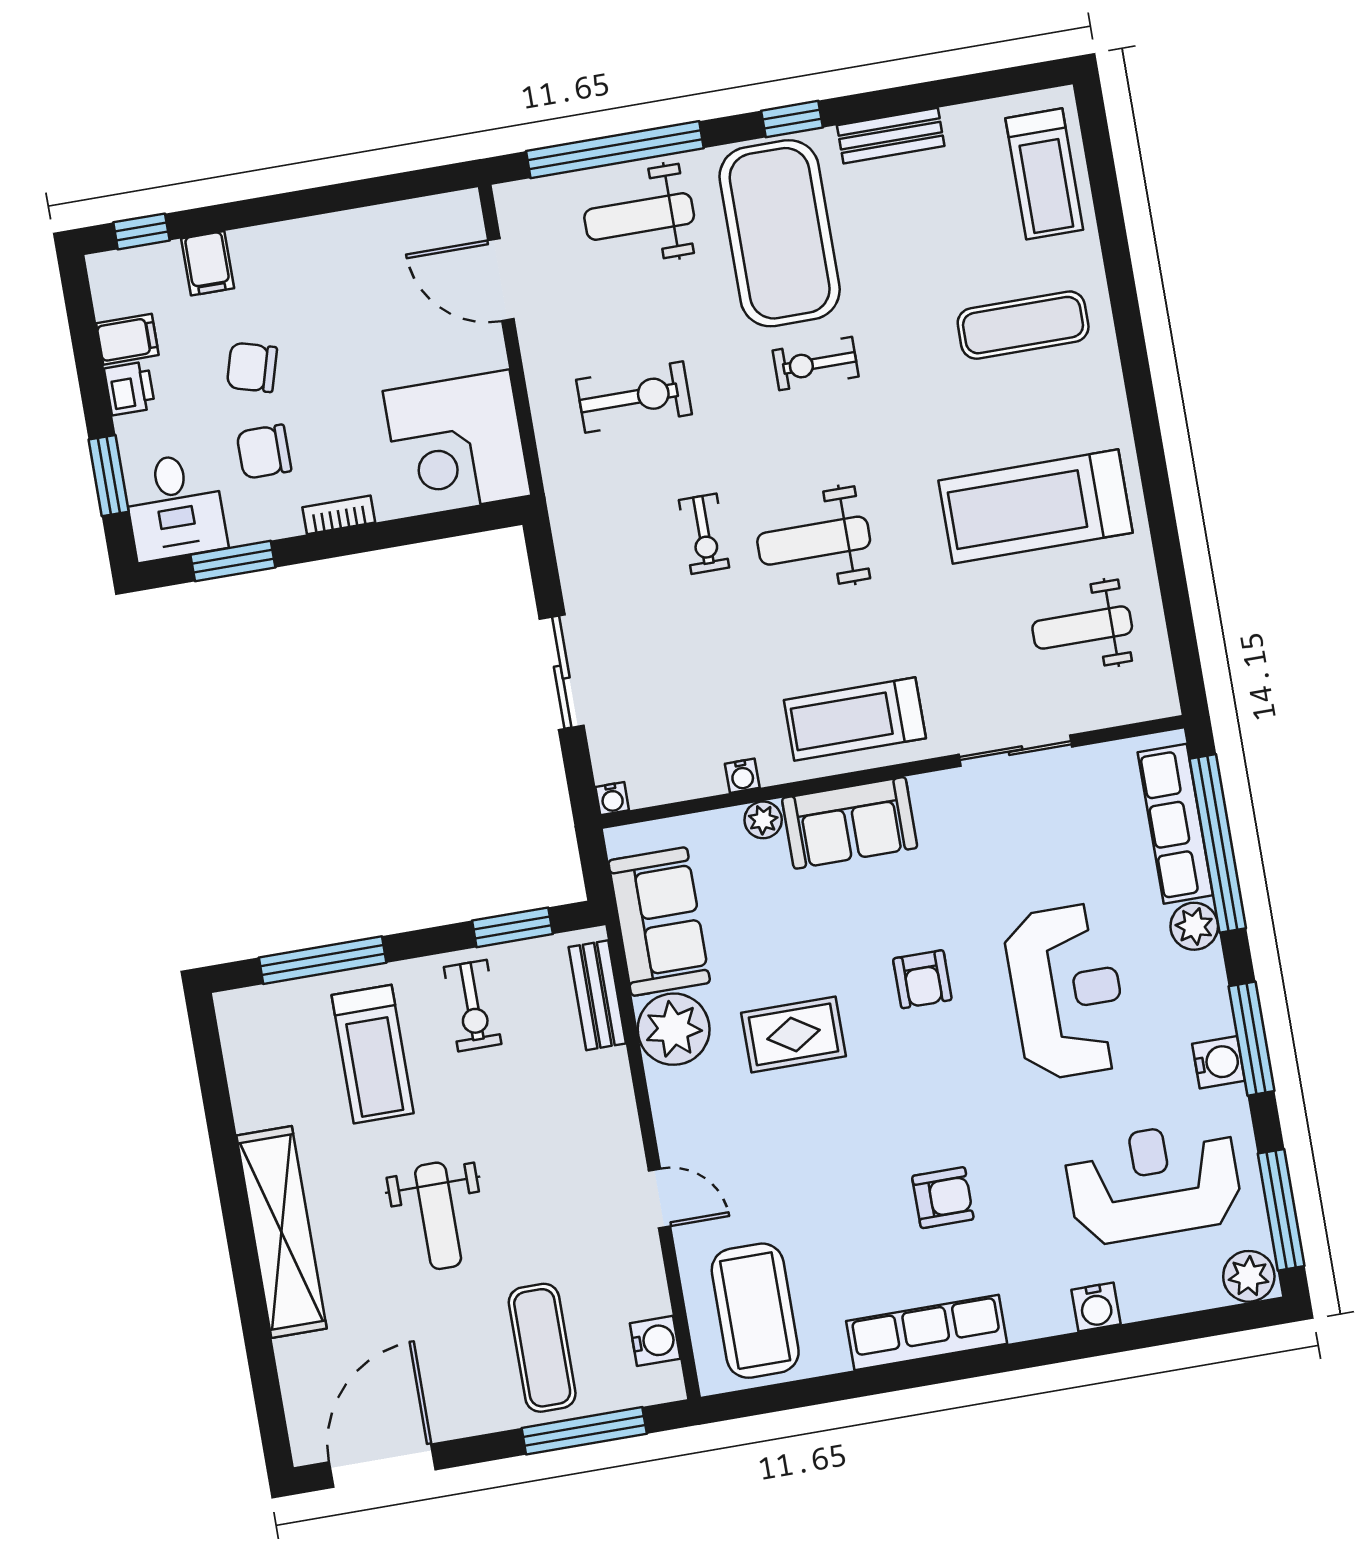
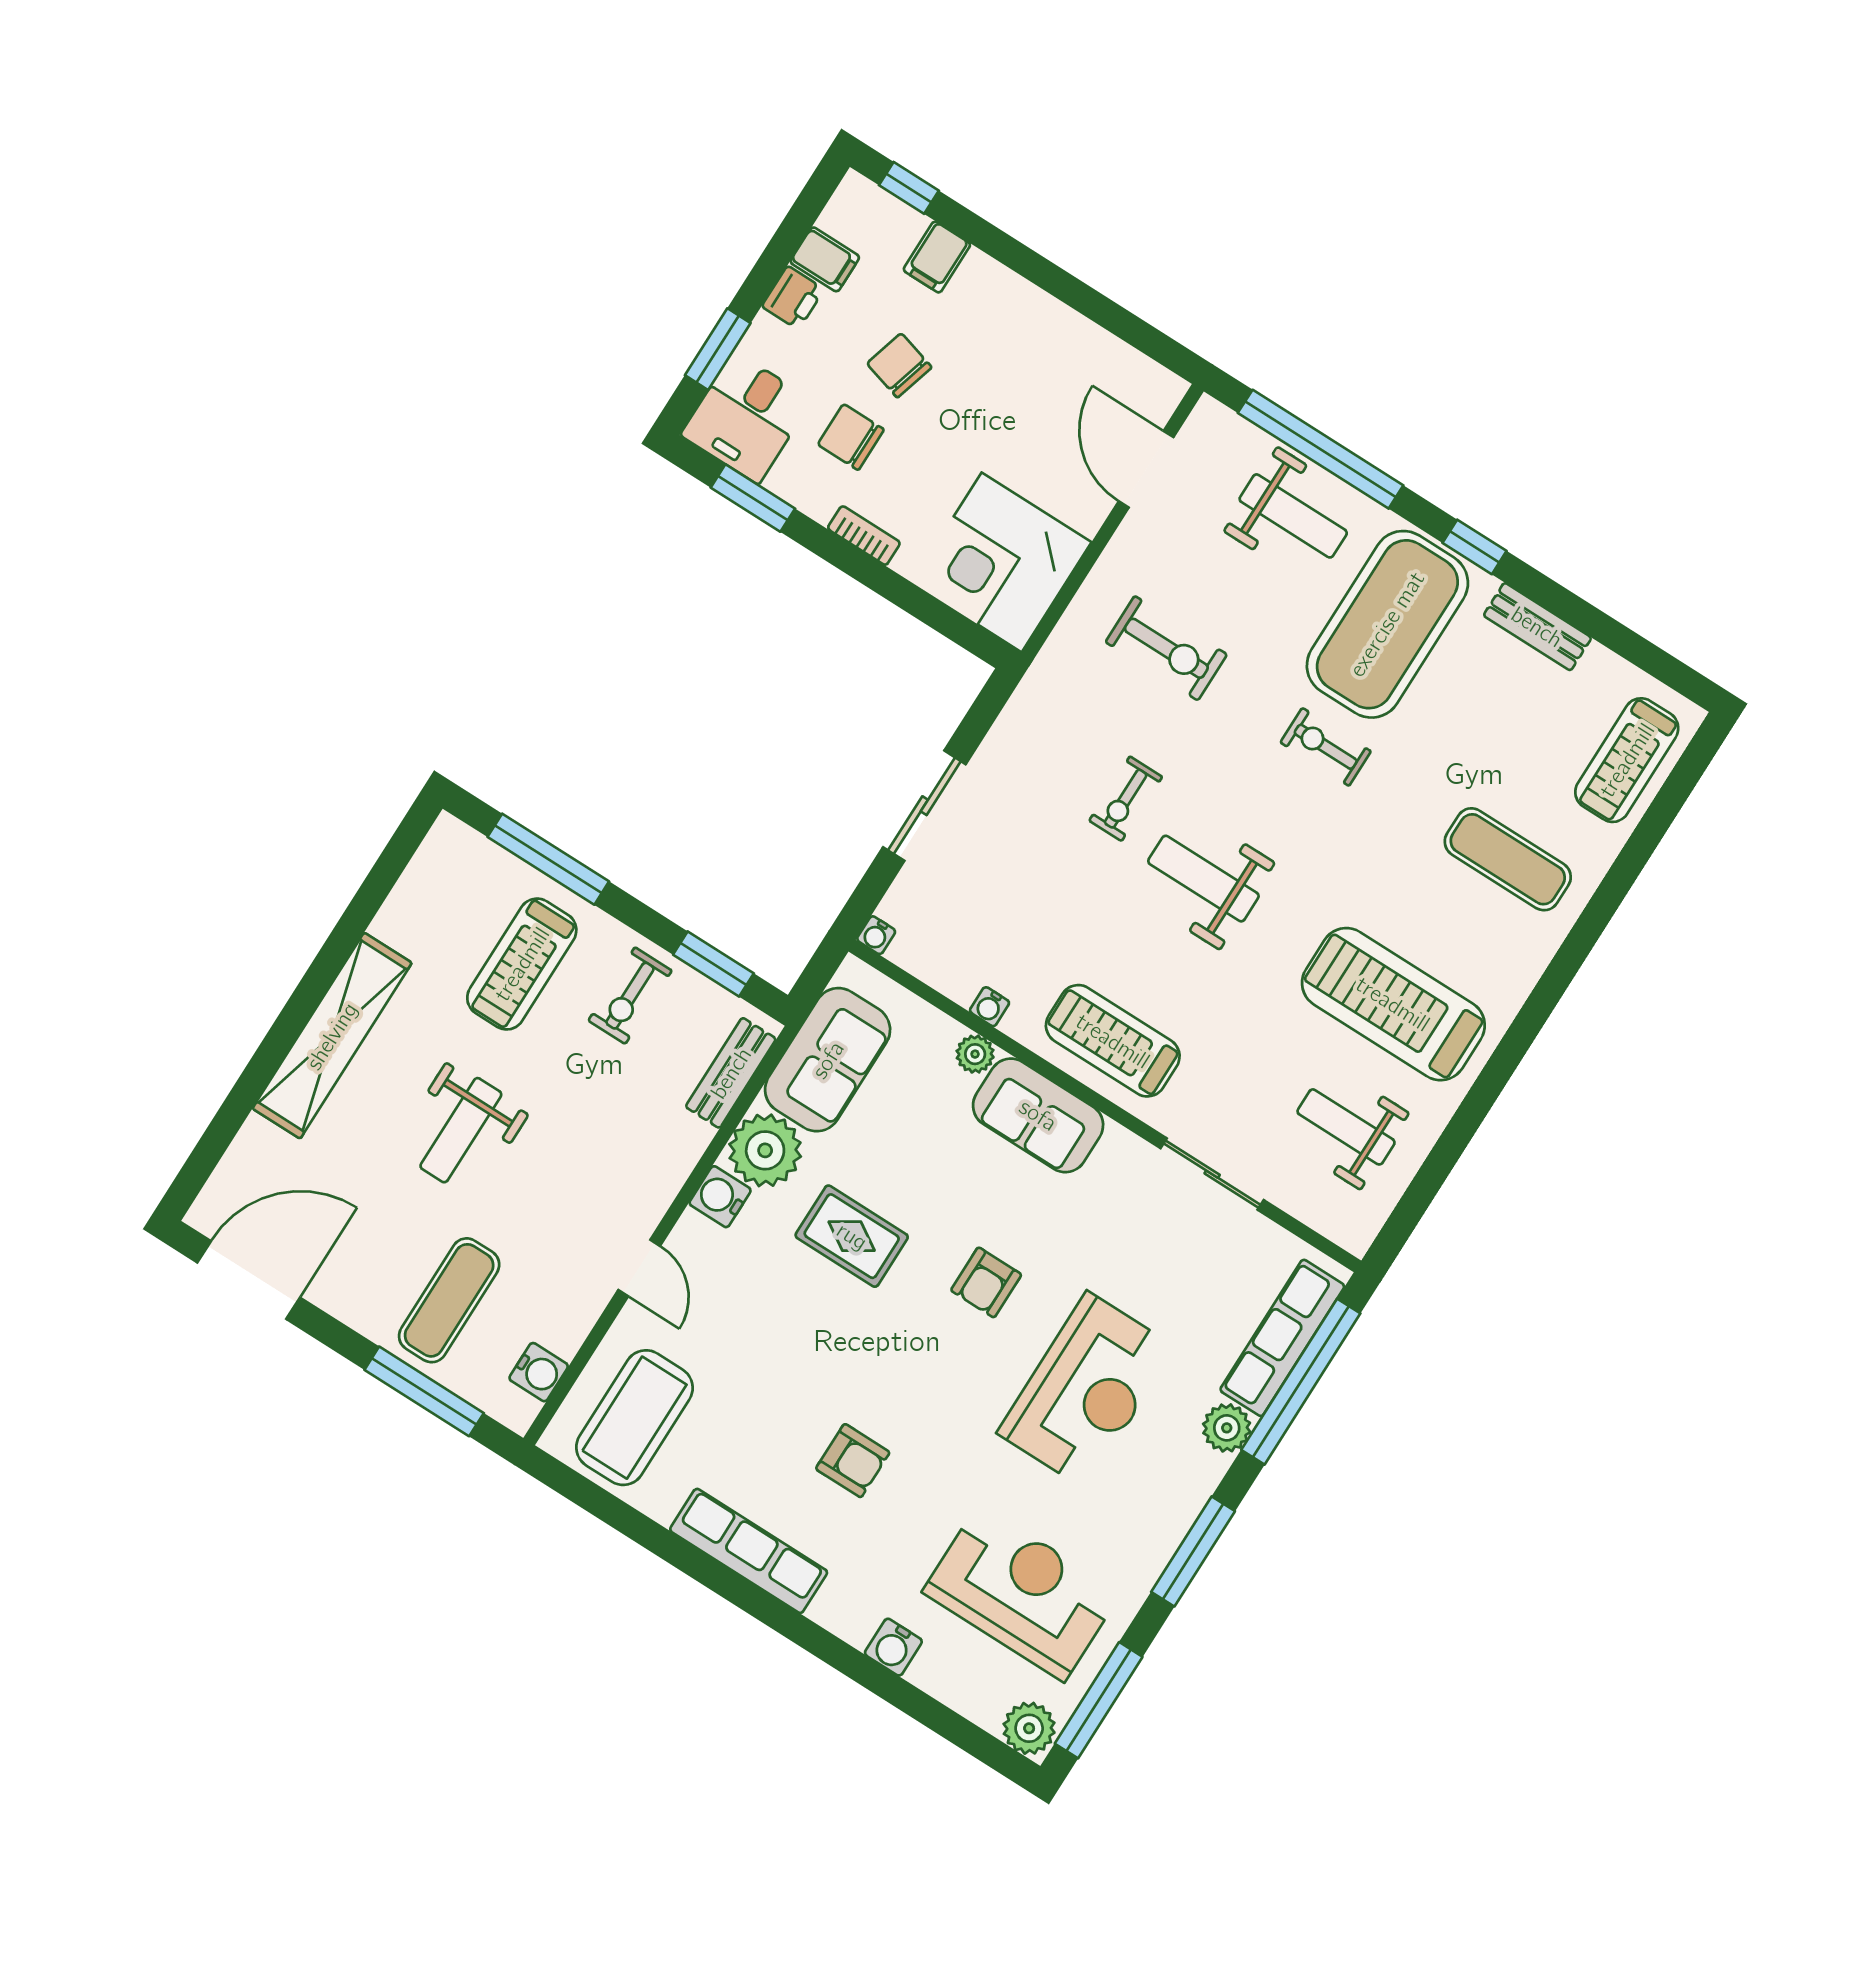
weight bench: (639, 216) -> (1293, 516), turned 180
water cooler: (1219, 1062) -> (720, 1197), moved, turned 180

